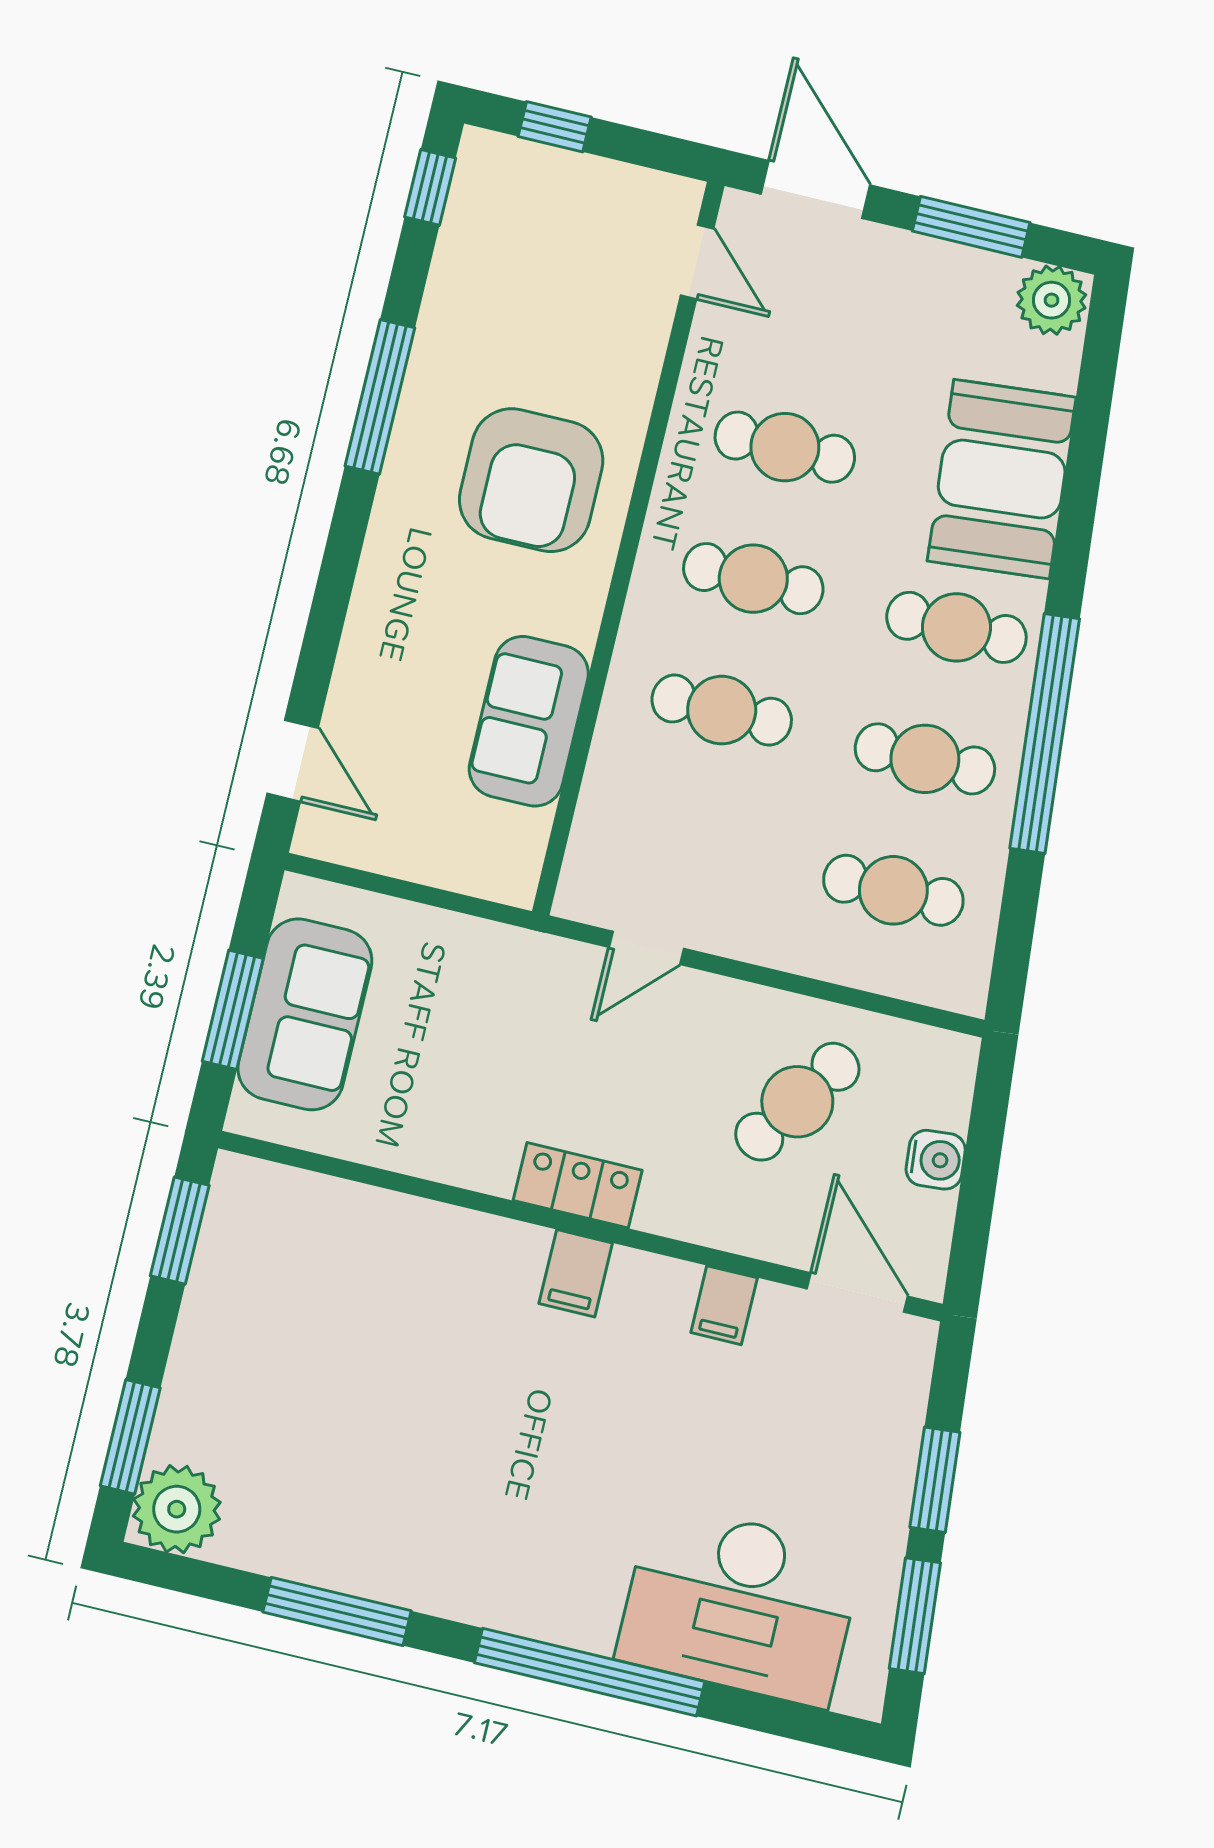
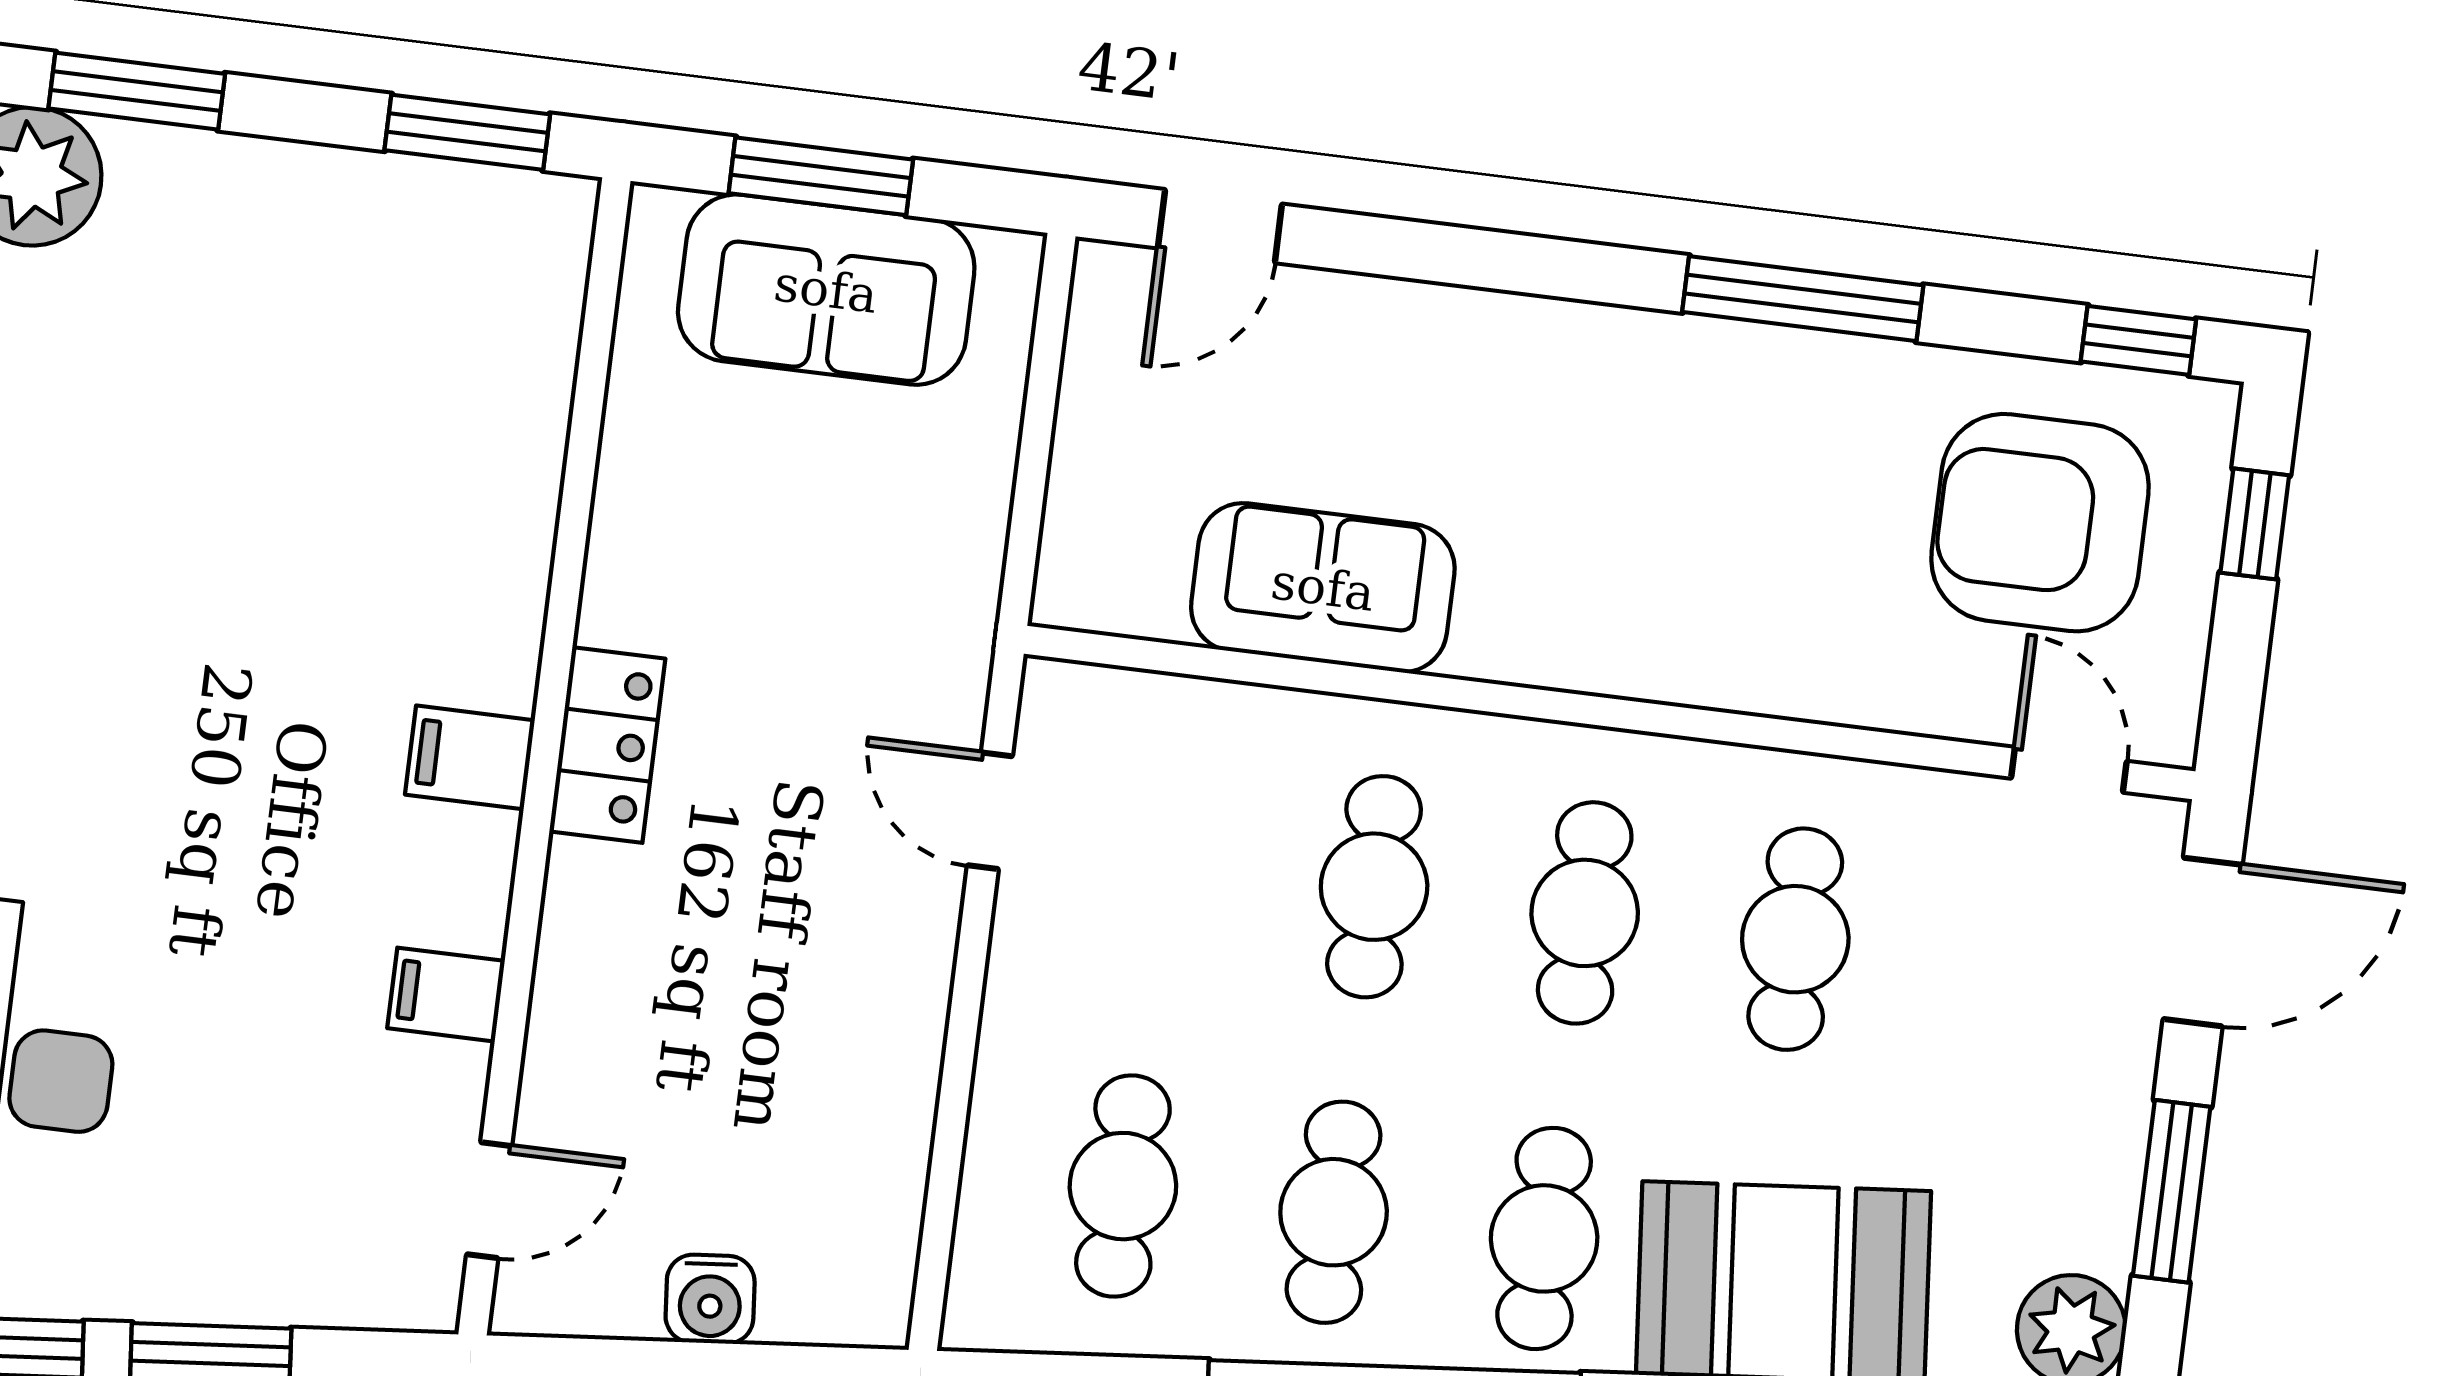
door: (697, 262) -> (2069, 770), swing flipped
armchair: (531, 480) -> (2040, 523), moved
cafe table: (797, 1102) -> (776, 1073), removed
door: (857, 1292) -> (489, 1200), width x0.73

